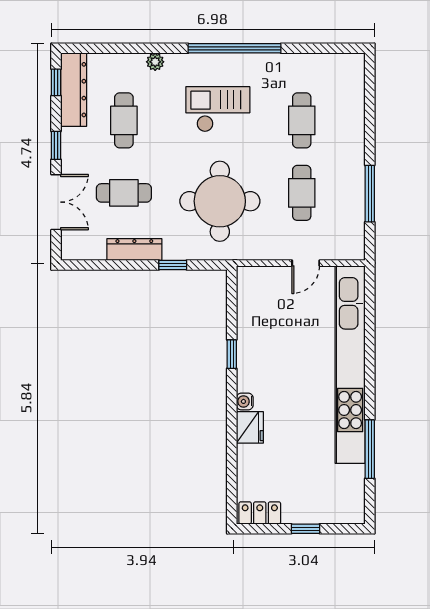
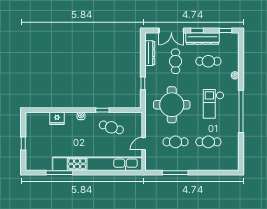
dresser: (74, 90) -> (202, 38), moved
checkout: (218, 109) -> (213, 104), turned 180
dresser: (134, 250) -> (150, 53), moved
door: (306, 263) -> (144, 144), hinge flipped
cafe table: (270, 334) -> (111, 127), added
fridge: (250, 427) -> (57, 118), moved
locker: (260, 513) -> (30, 123), removed

